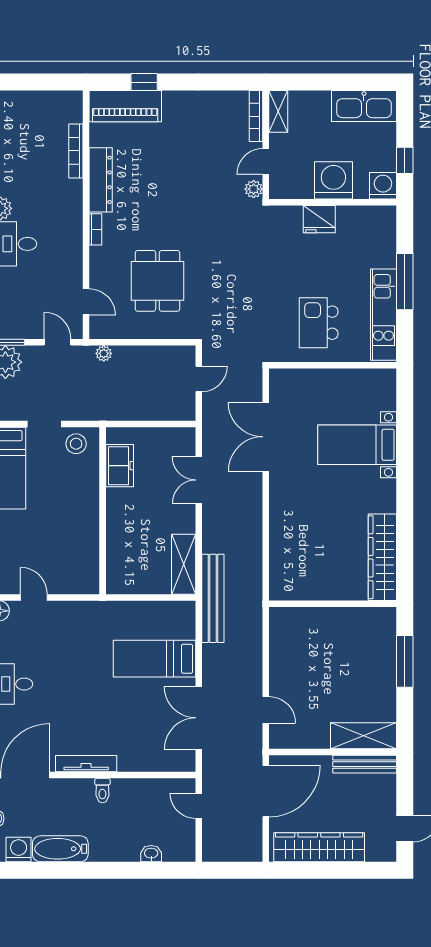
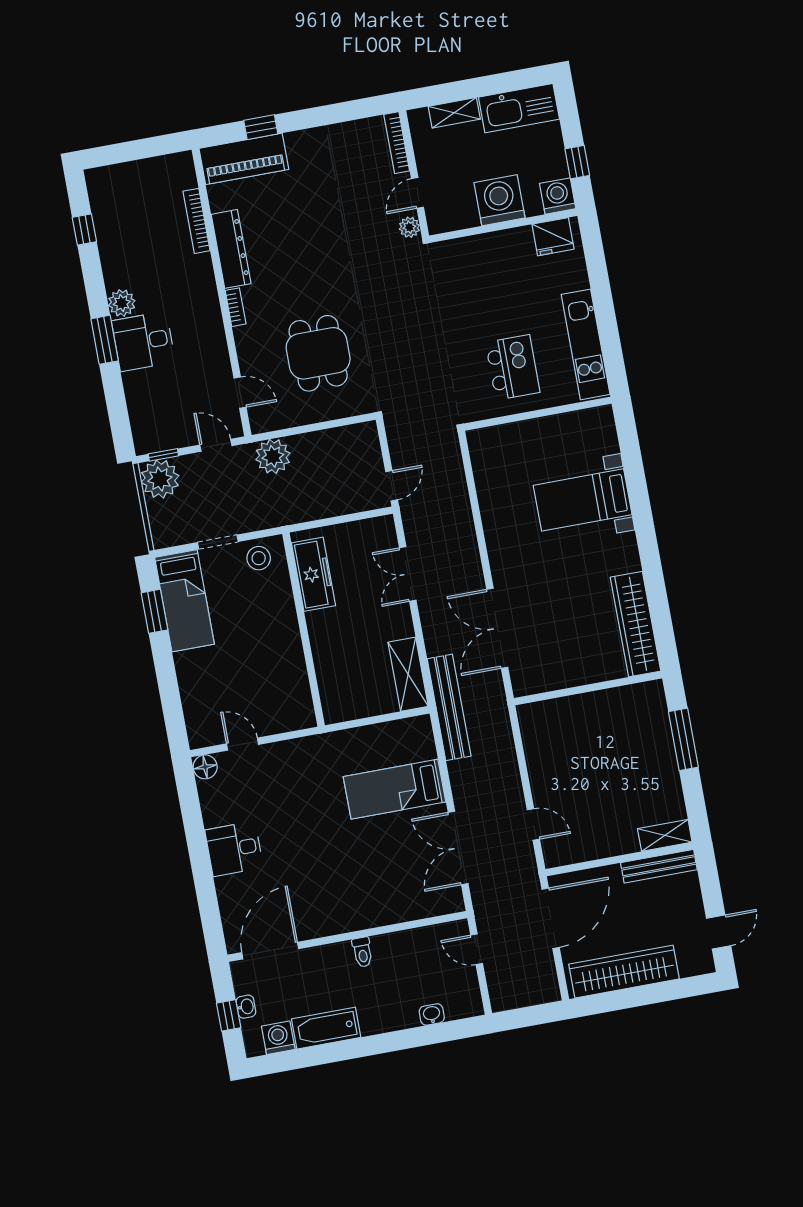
shelving: (278, 111) -> (454, 113), moved, turned 90
fridge: (319, 219) -> (553, 237), moved
window: (405, 282) -> (603, 302), removed
kitchen island: (319, 323) -> (513, 367), turned 180
plant: (104, 353) -> (273, 456), width x1.88, depth x1.88
door: (199, 379) -> (392, 486), moved
double door: (266, 437) -> (497, 628), moved
freezer: (120, 466) -> (313, 574), width x1.40
shelving: (363, 736) -> (665, 835), width x0.67, depth x0.75
tv unit: (86, 764) -> (338, 925), removed

